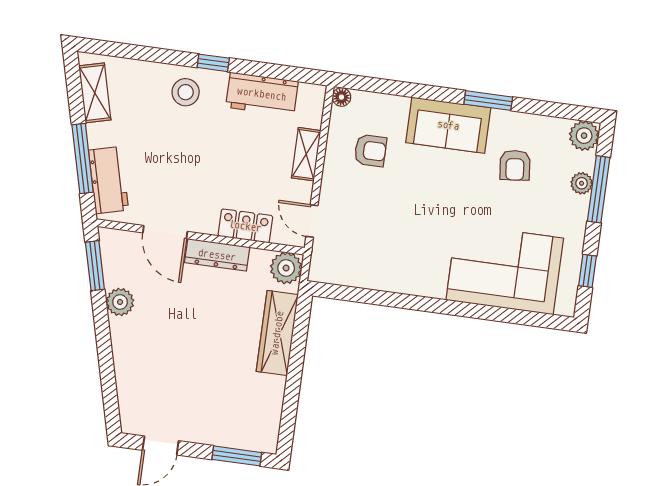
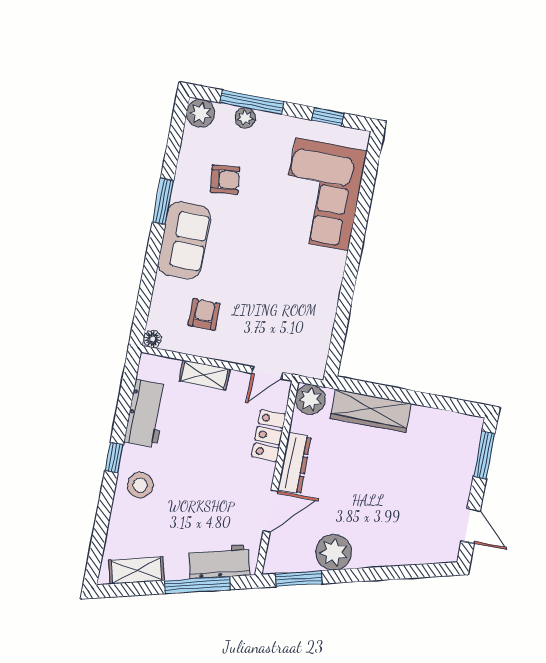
plant: (120, 302) -> (334, 552), width x1.36, depth x1.36

